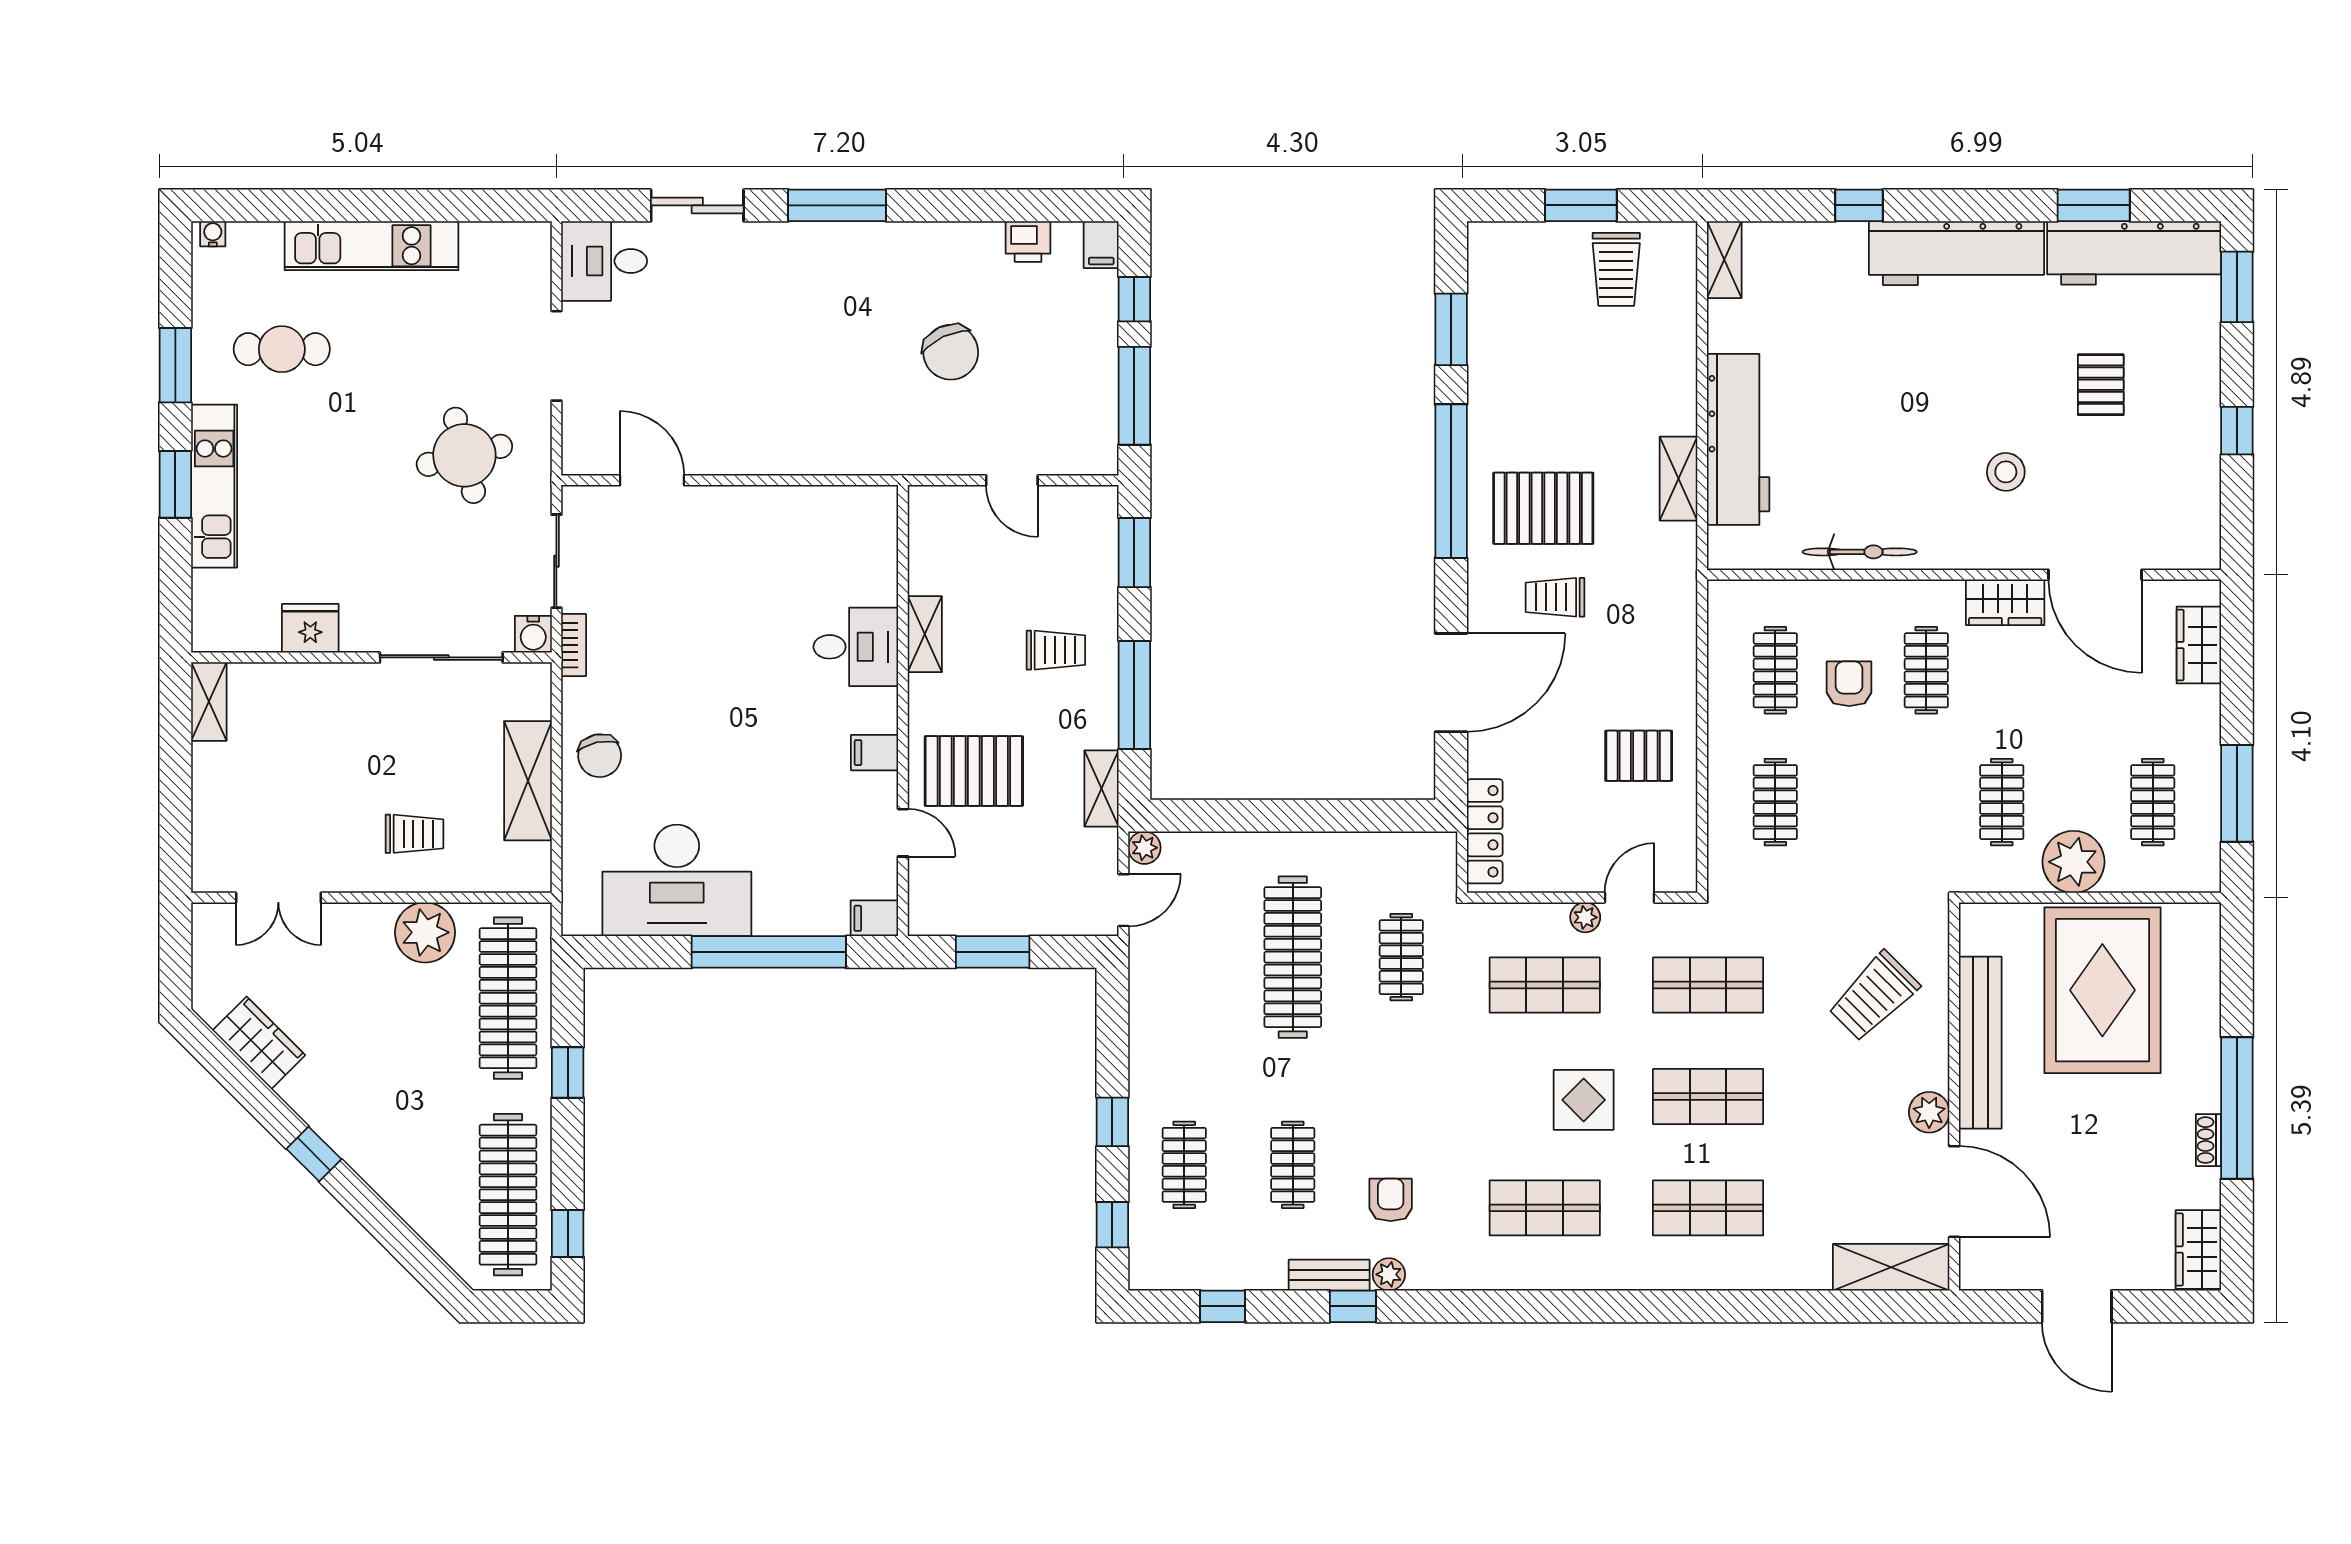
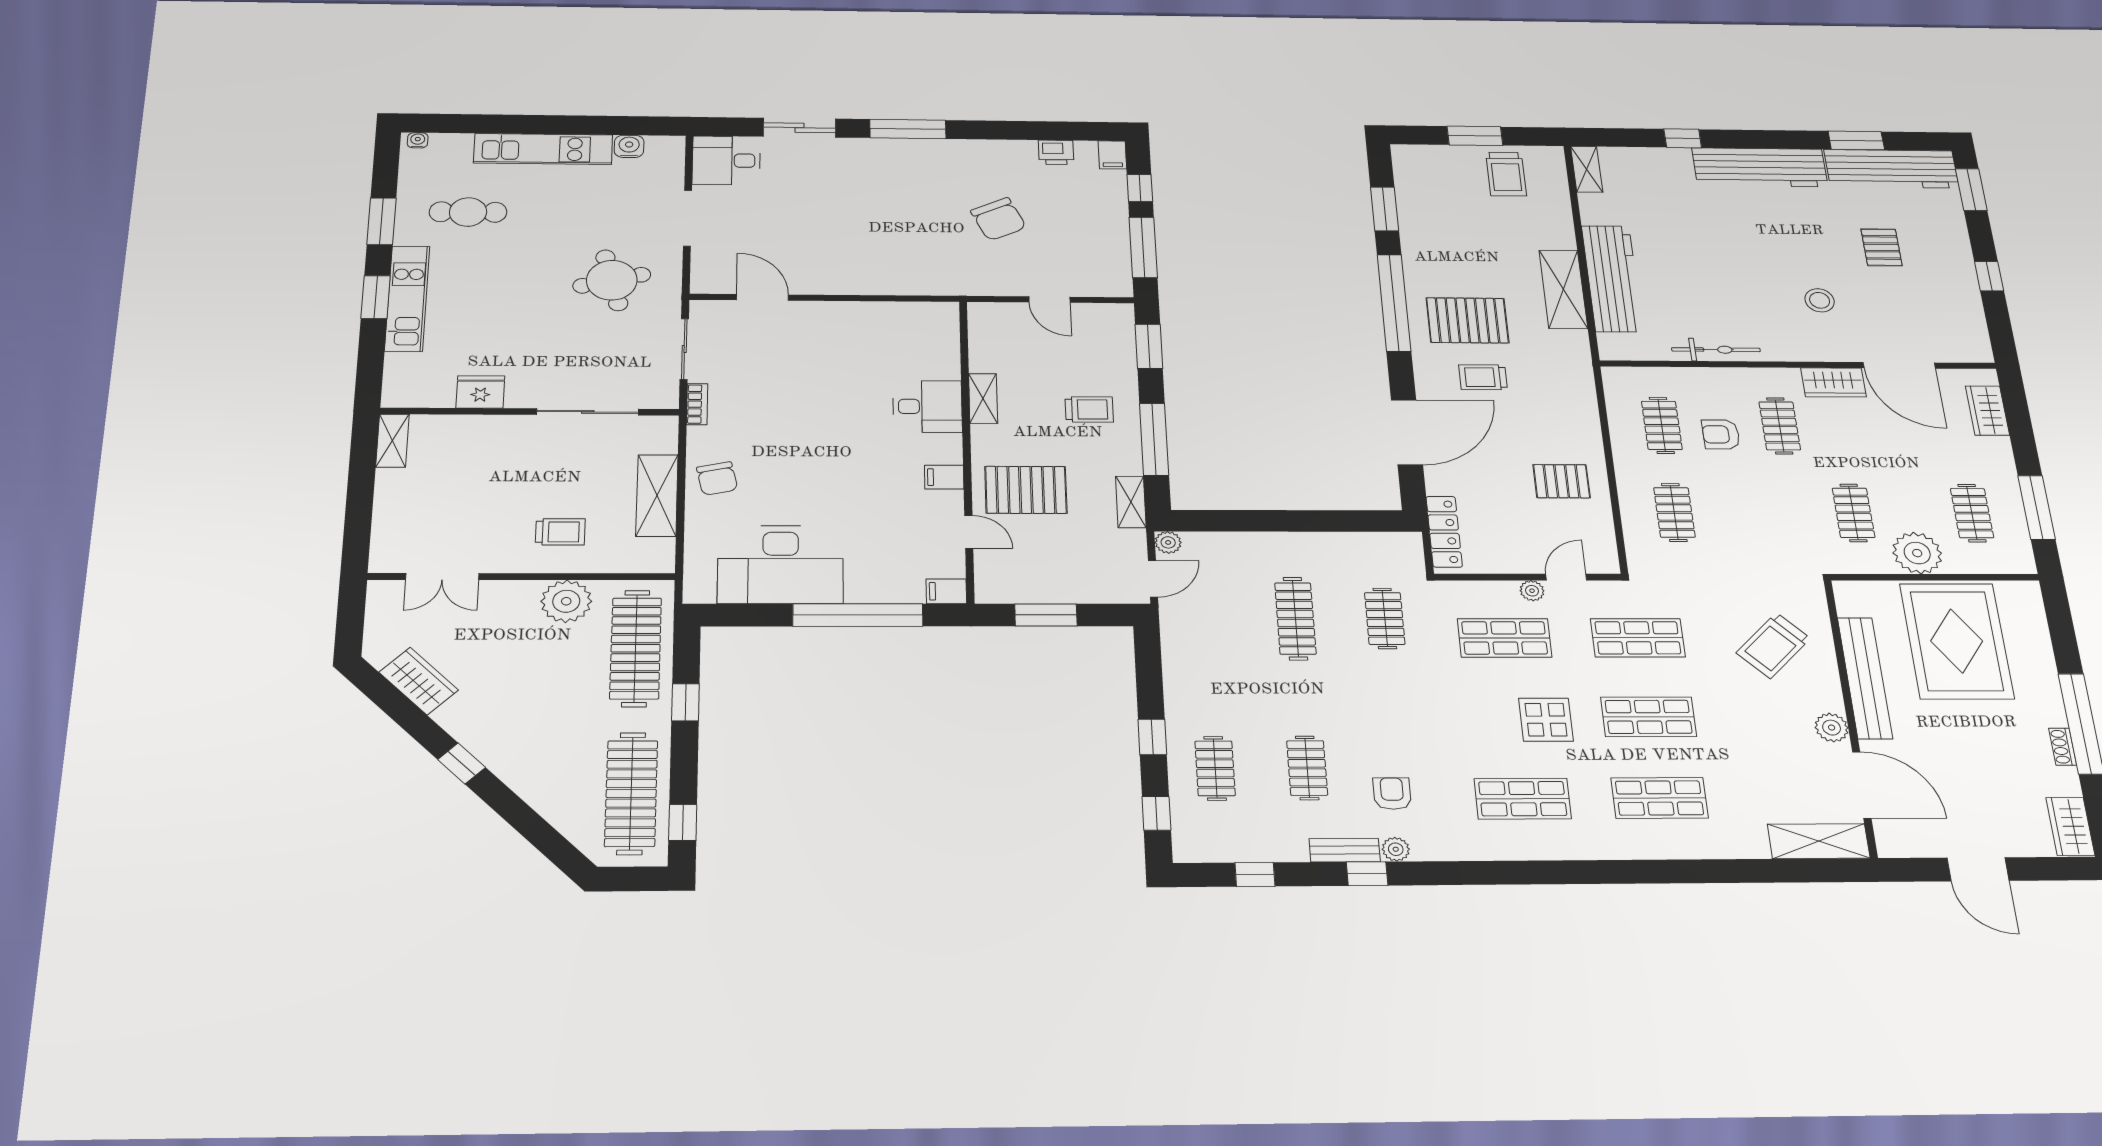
shelving: (1679, 479) -> (1563, 289), width x1.50, depth x1.33
water cooler: (533, 634) -> (629, 146), moved, turned 180
armchair: (1849, 684) -> (1721, 434), turned -90
clothes rail: (1293, 957) -> (1295, 618), width x0.73, depth x0.76

